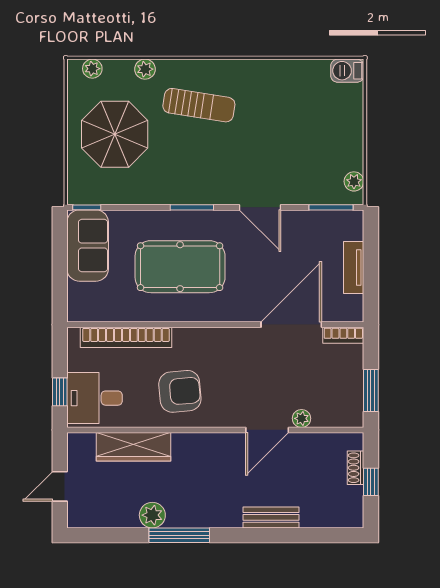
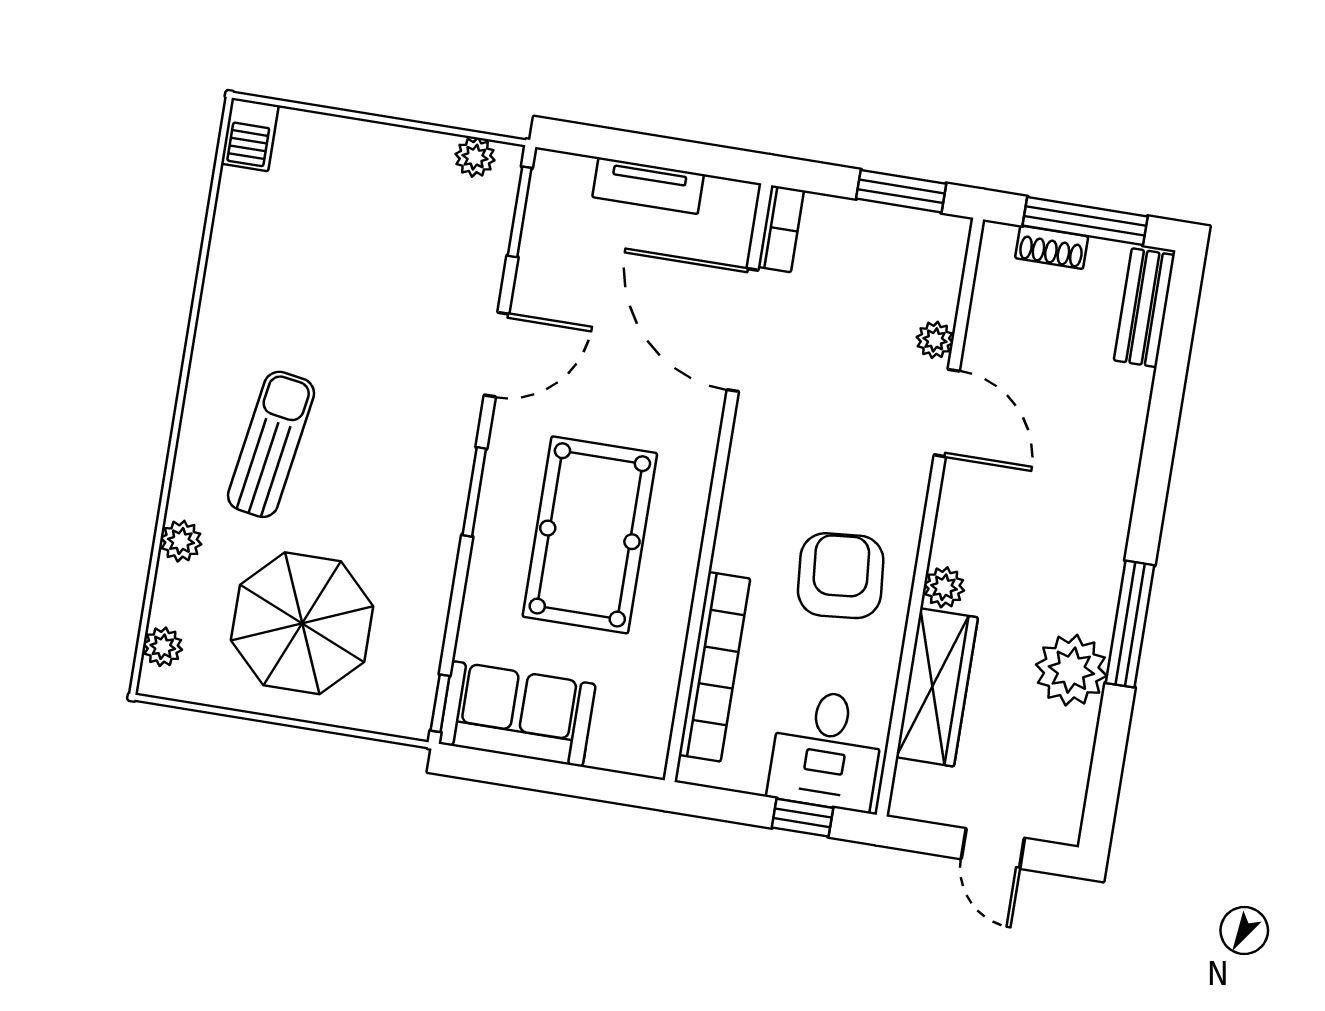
plant: (182, 442) -> (944, 587), added
window: (371, 482) -> (1085, 221), width x2.17
plant: (152, 515) -> (1071, 670), width x1.36, depth x1.36
bench: (271, 517) -> (1144, 308), moved

